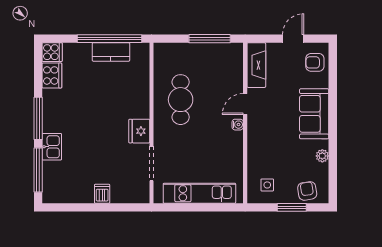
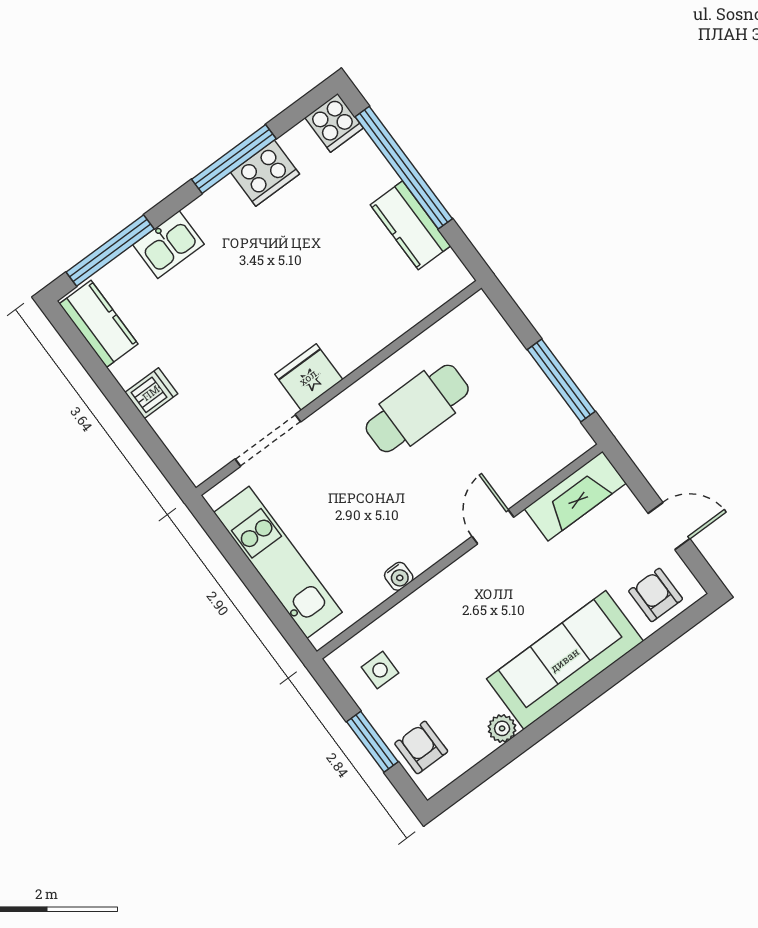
window: (109, 39) -> (404, 168), moved
cooker: (52, 75) -> (265, 173), moved
door: (245, 104) -> (493, 527), hinge flipped
sofa: (314, 114) -> (565, 660), width x1.36
window: (38, 118) -> (234, 159), moved
water cooler: (238, 125) -> (399, 576), moved
armchair: (307, 191) -> (421, 747), turned -81
kitchen counter: (62, 194) -> (99, 324), added

